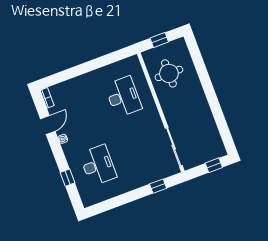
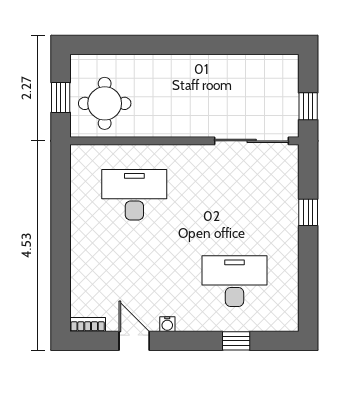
round table: (169, 73) -> (105, 103), moved
window: (214, 165) -> (308, 106), moved
window: (158, 186) -> (308, 212), moved

